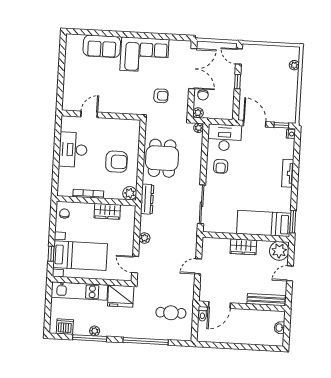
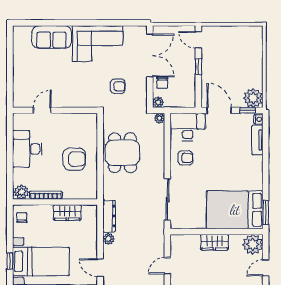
plant: (294, 65) -> (253, 98), moved, width x1.88, depth x1.88
armchair: (221, 166) -> (185, 158), turned -90
tv unit: (288, 173) -> (257, 140), moved
plant: (130, 193) -> (21, 192), moved
dresser: (147, 199) -> (109, 216), moved
bed: (264, 223) -> (235, 210), width x1.50

